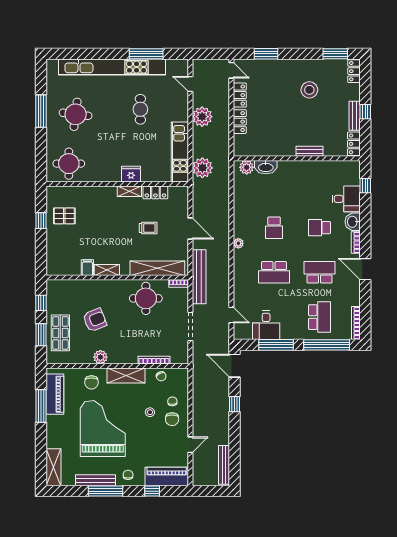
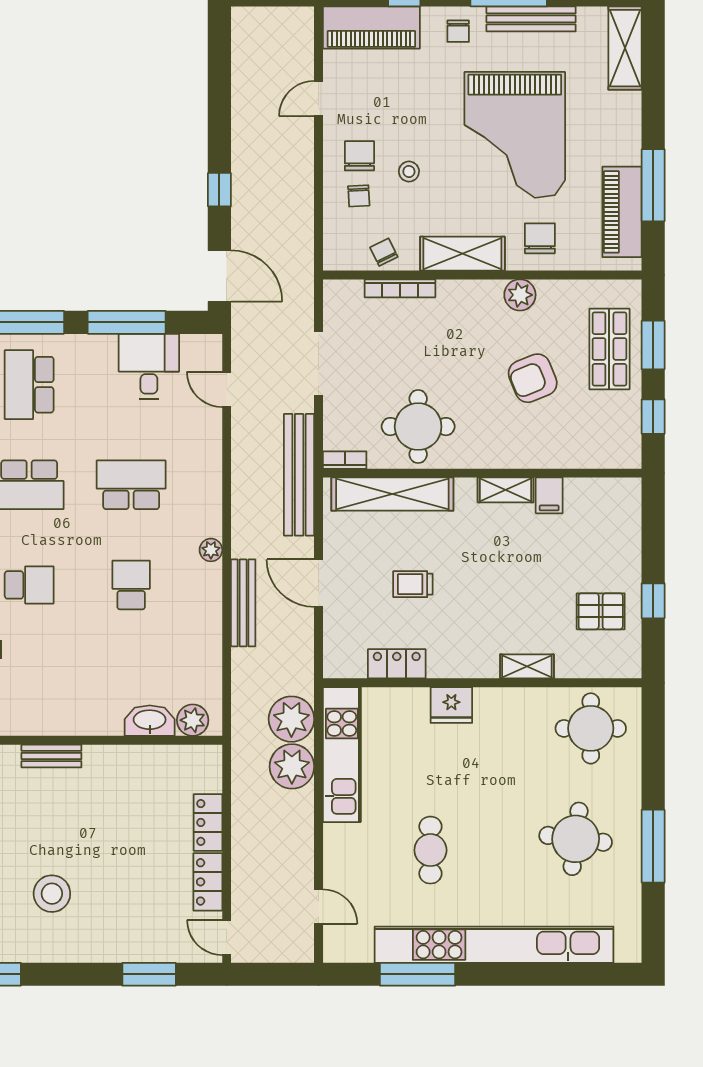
plant: (202, 117) -> (292, 766), moved
shelving: (129, 191) -> (527, 666), moved
bench: (224, 465) -> (243, 603), moved

